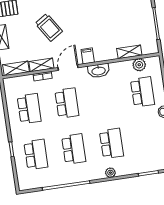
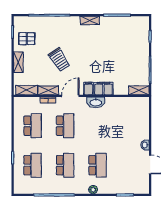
shelving: (129, 52) -> (139, 90), moved
filing cabinet: (105, 53) -> (103, 89), added
plant: (139, 65) -> (131, 102), removed
school desk: (142, 92) -> (130, 126), removed

